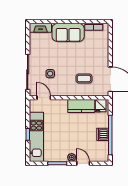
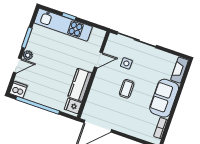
coffee table: (84, 79) -> (127, 89), moved
door: (44, 98) -> (98, 60), moved
dishwasher: (103, 134) -> (18, 90), moved

